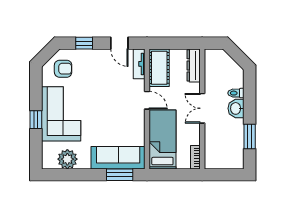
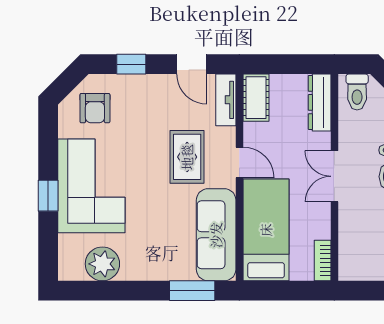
toilet: (215, 59) -> (357, 92), added
cot: (159, 68) -> (256, 98), width x0.73, depth x0.75
armchair: (63, 69) -> (95, 108), turned 90
rug: (117, 97) -> (187, 157), added
sofa: (118, 158) -> (216, 235), moved, turned -90

